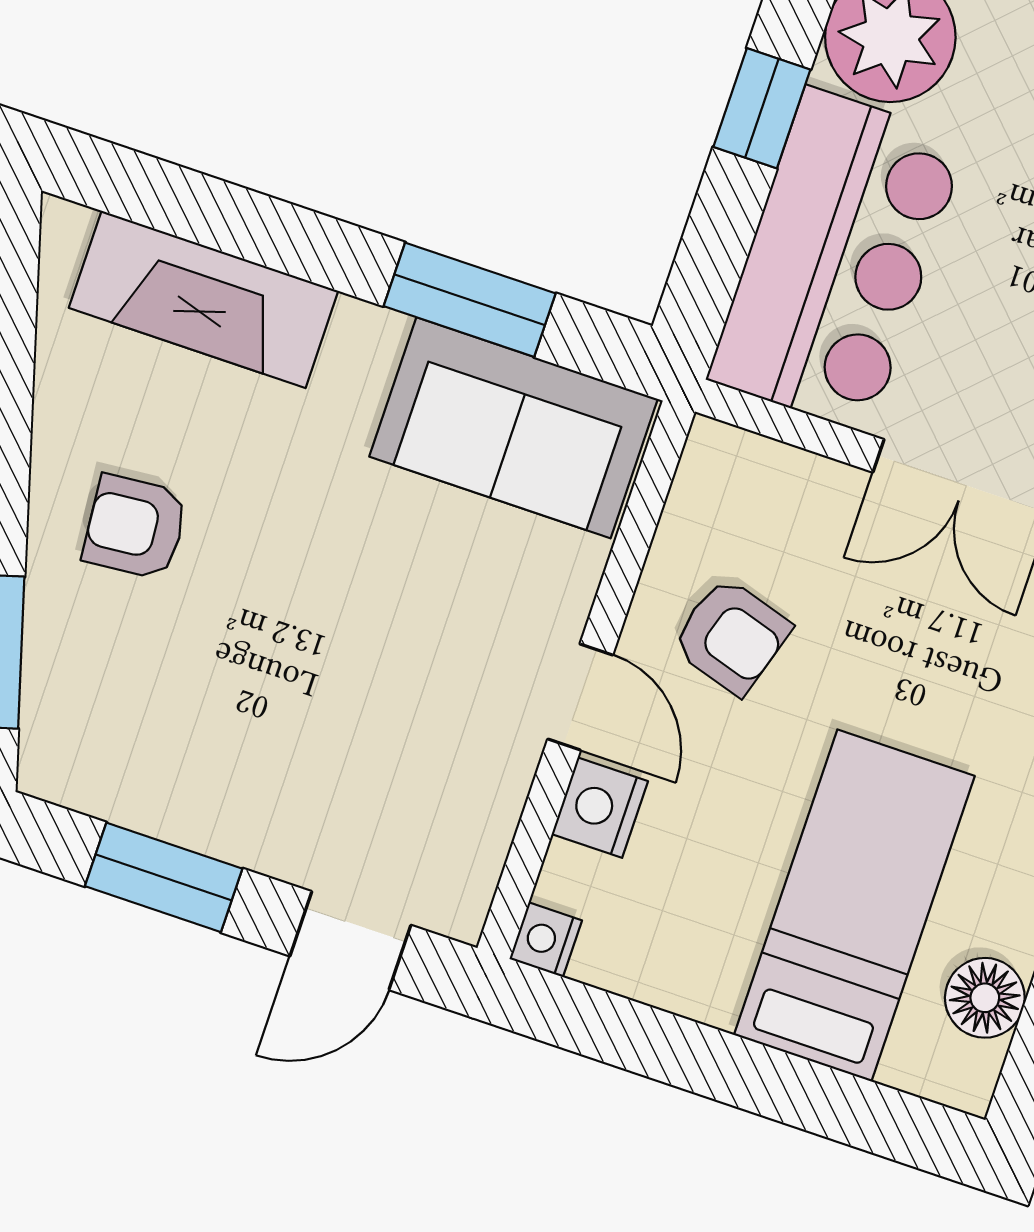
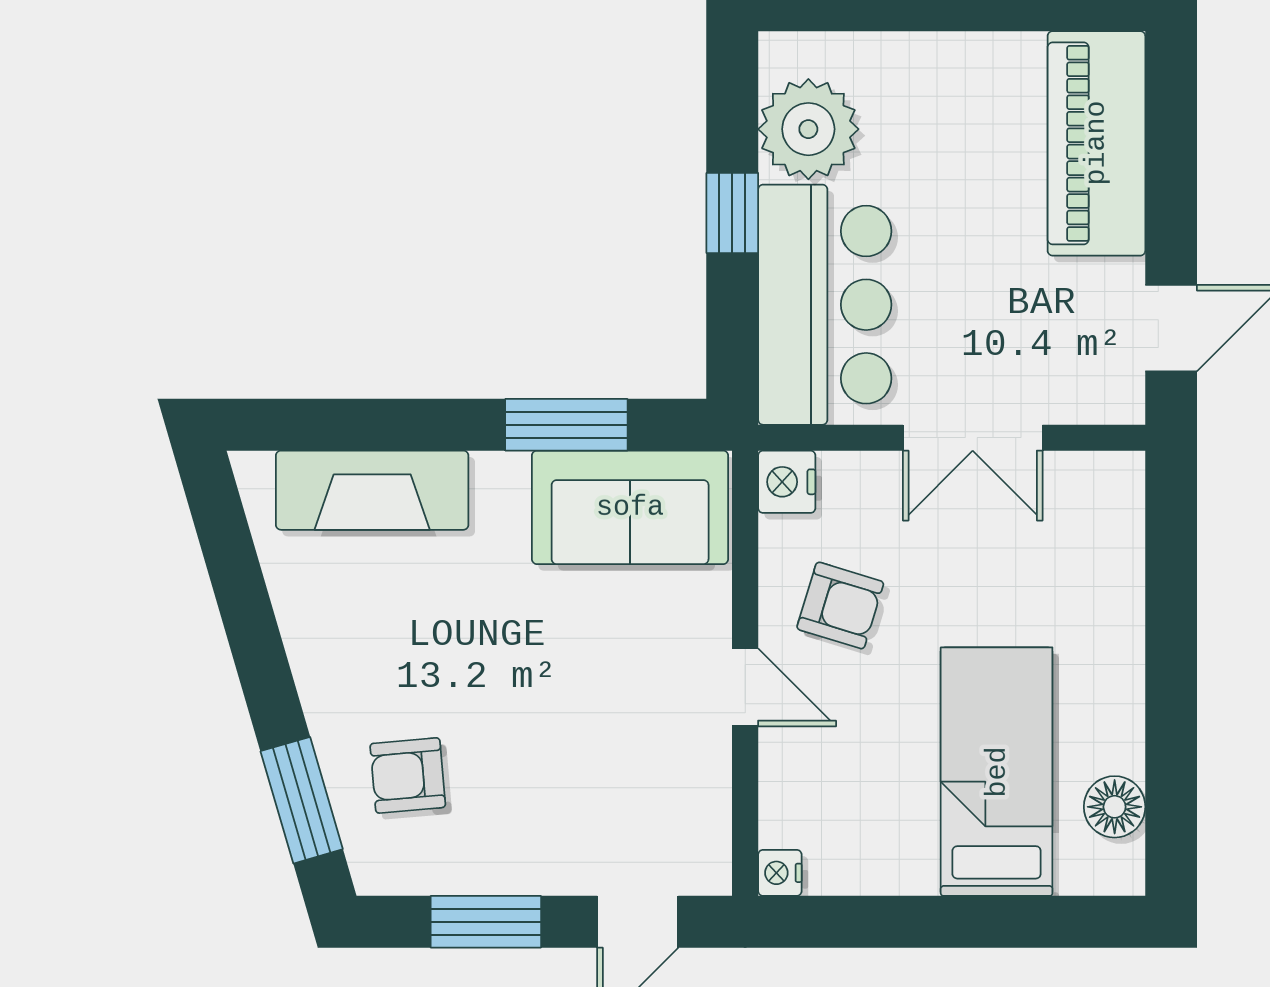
armchair: (135, 527) -> (408, 775), moved
nightstand: (600, 808) -> (787, 482), moved

